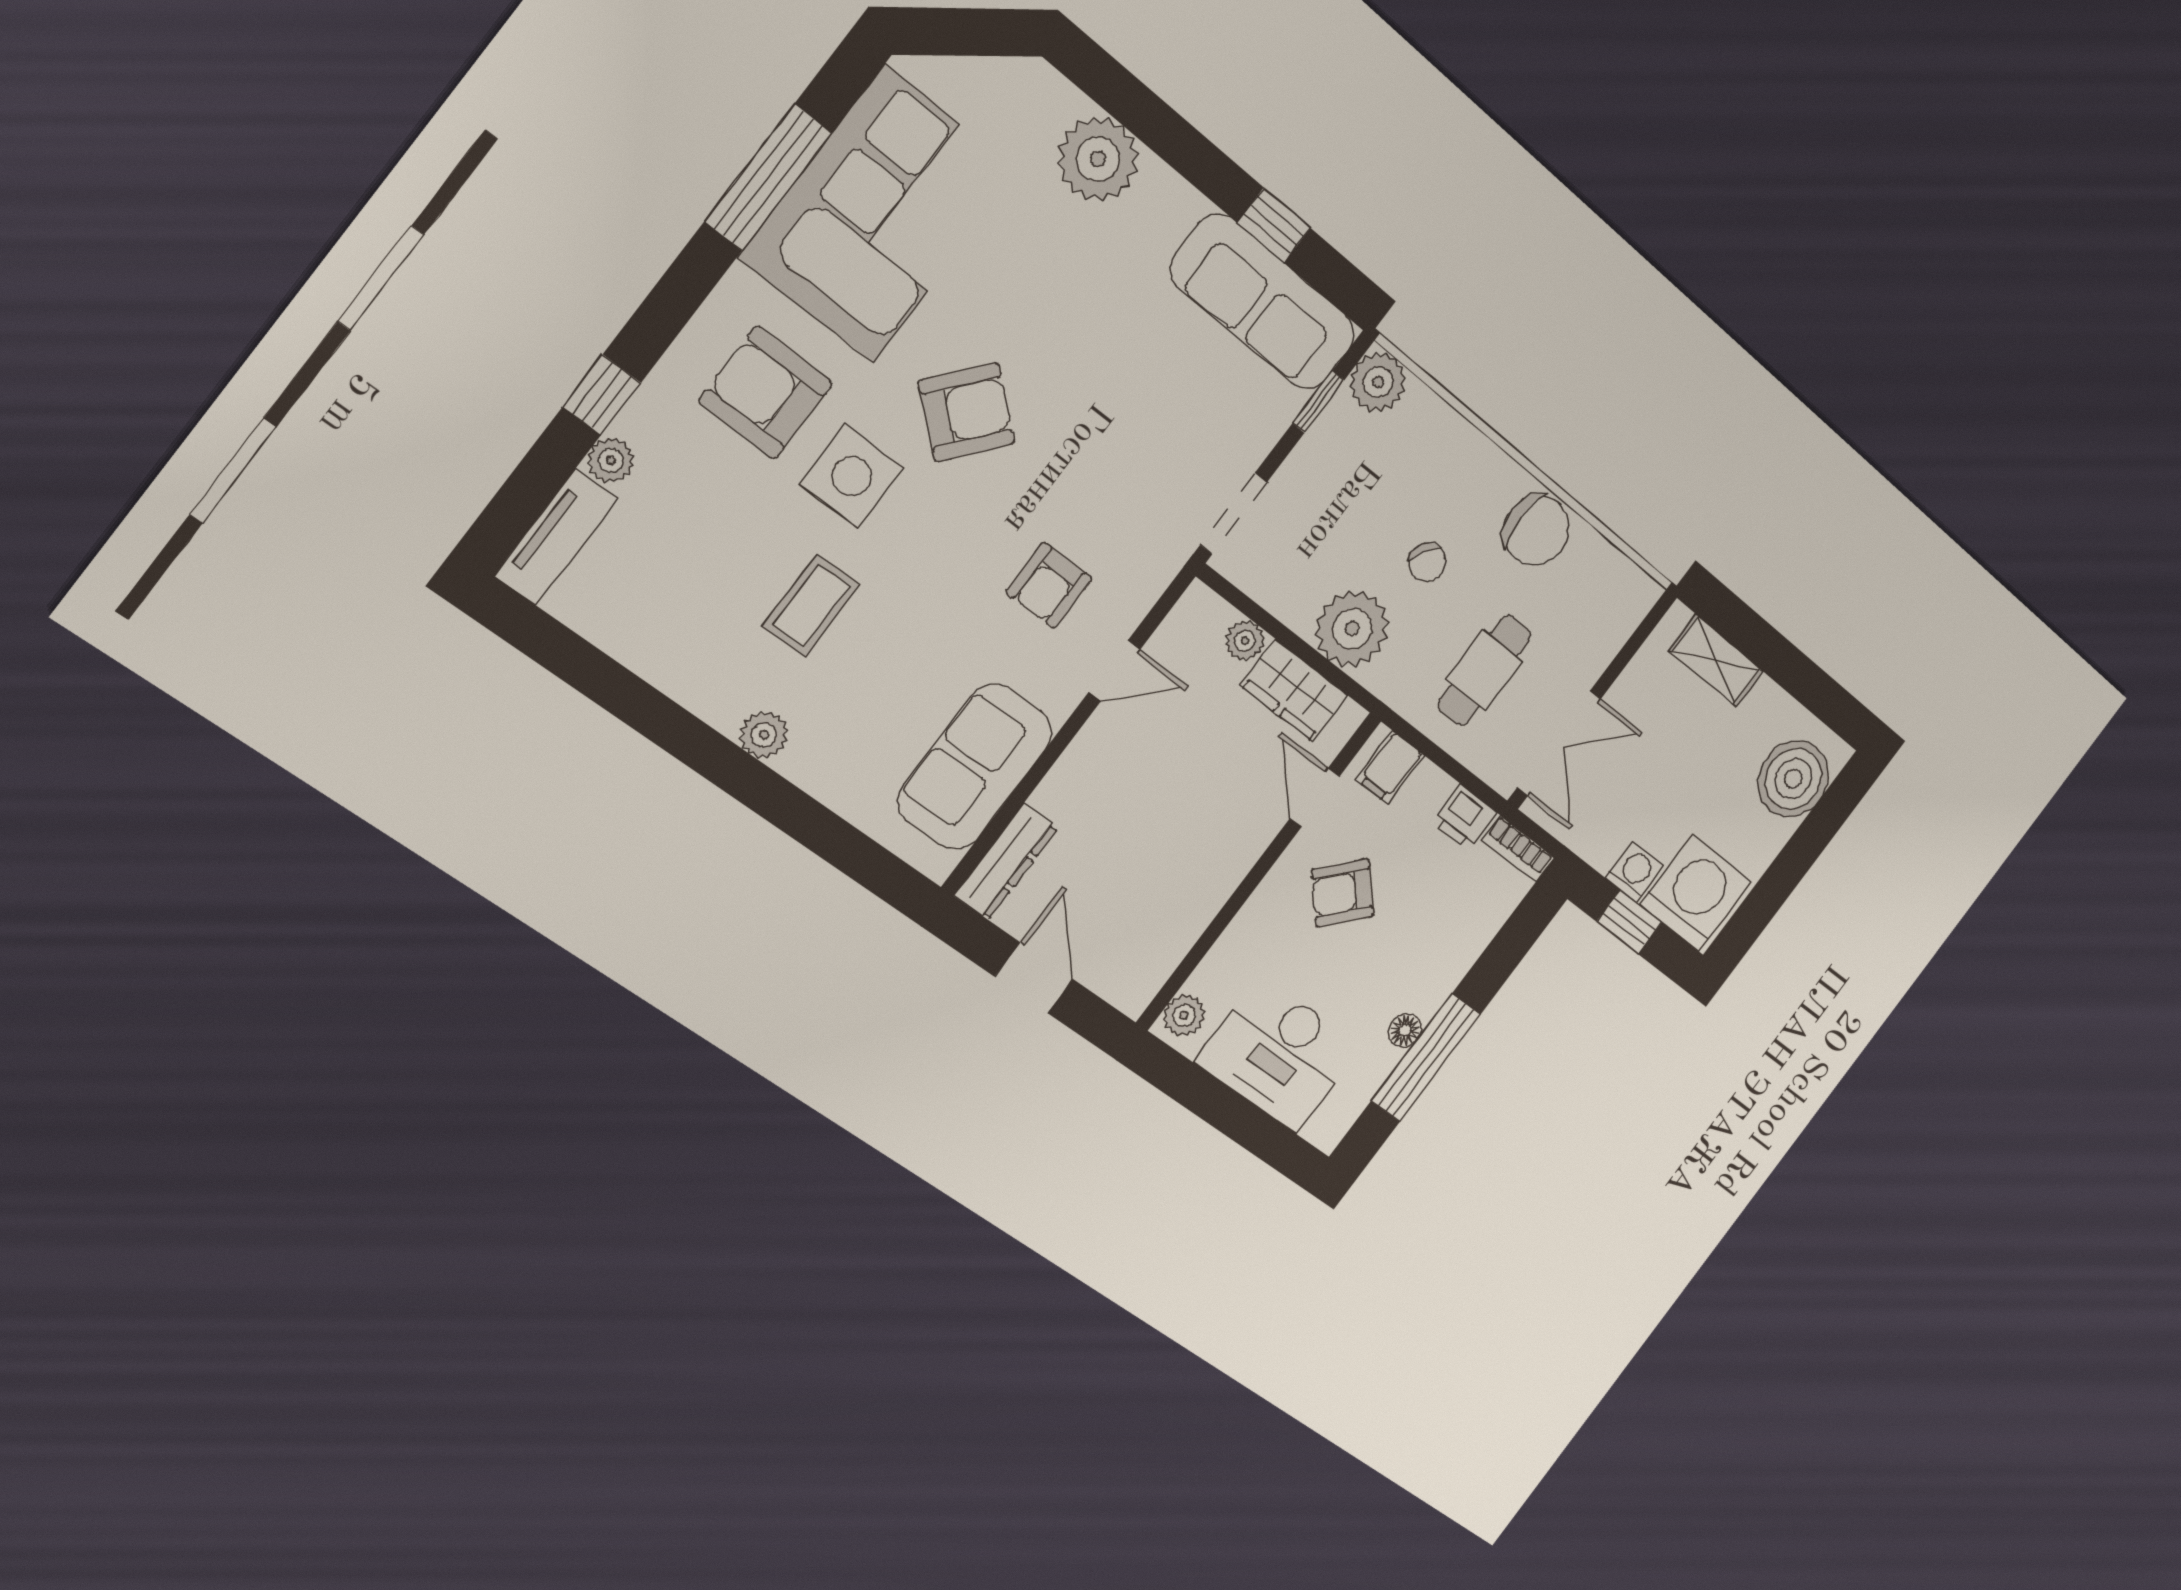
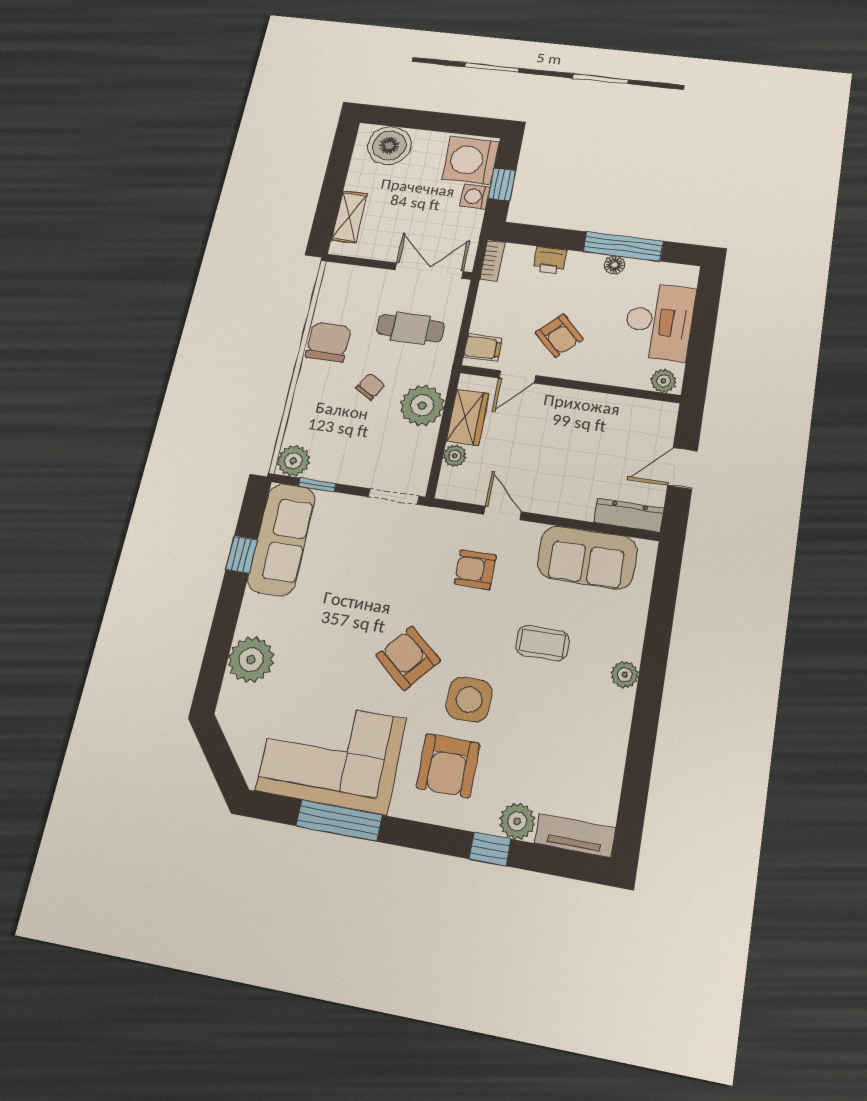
plant: (611, 460) -> (517, 821), width x1.38, depth x1.38
armchair: (1049, 585) -> (475, 570), turned 180
coffee table: (811, 605) -> (542, 643), moved
printer: (1464, 817) -> (550, 260), moved, turned 90

